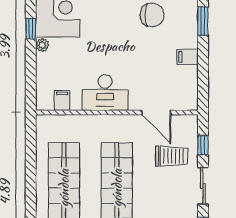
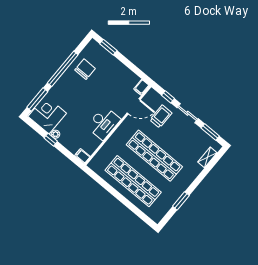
window: (31, 29) -> (51, 140), moved
filing cabinet: (188, 57) -> (141, 87), moved
filing cabinet: (62, 100) -> (82, 156), moved

